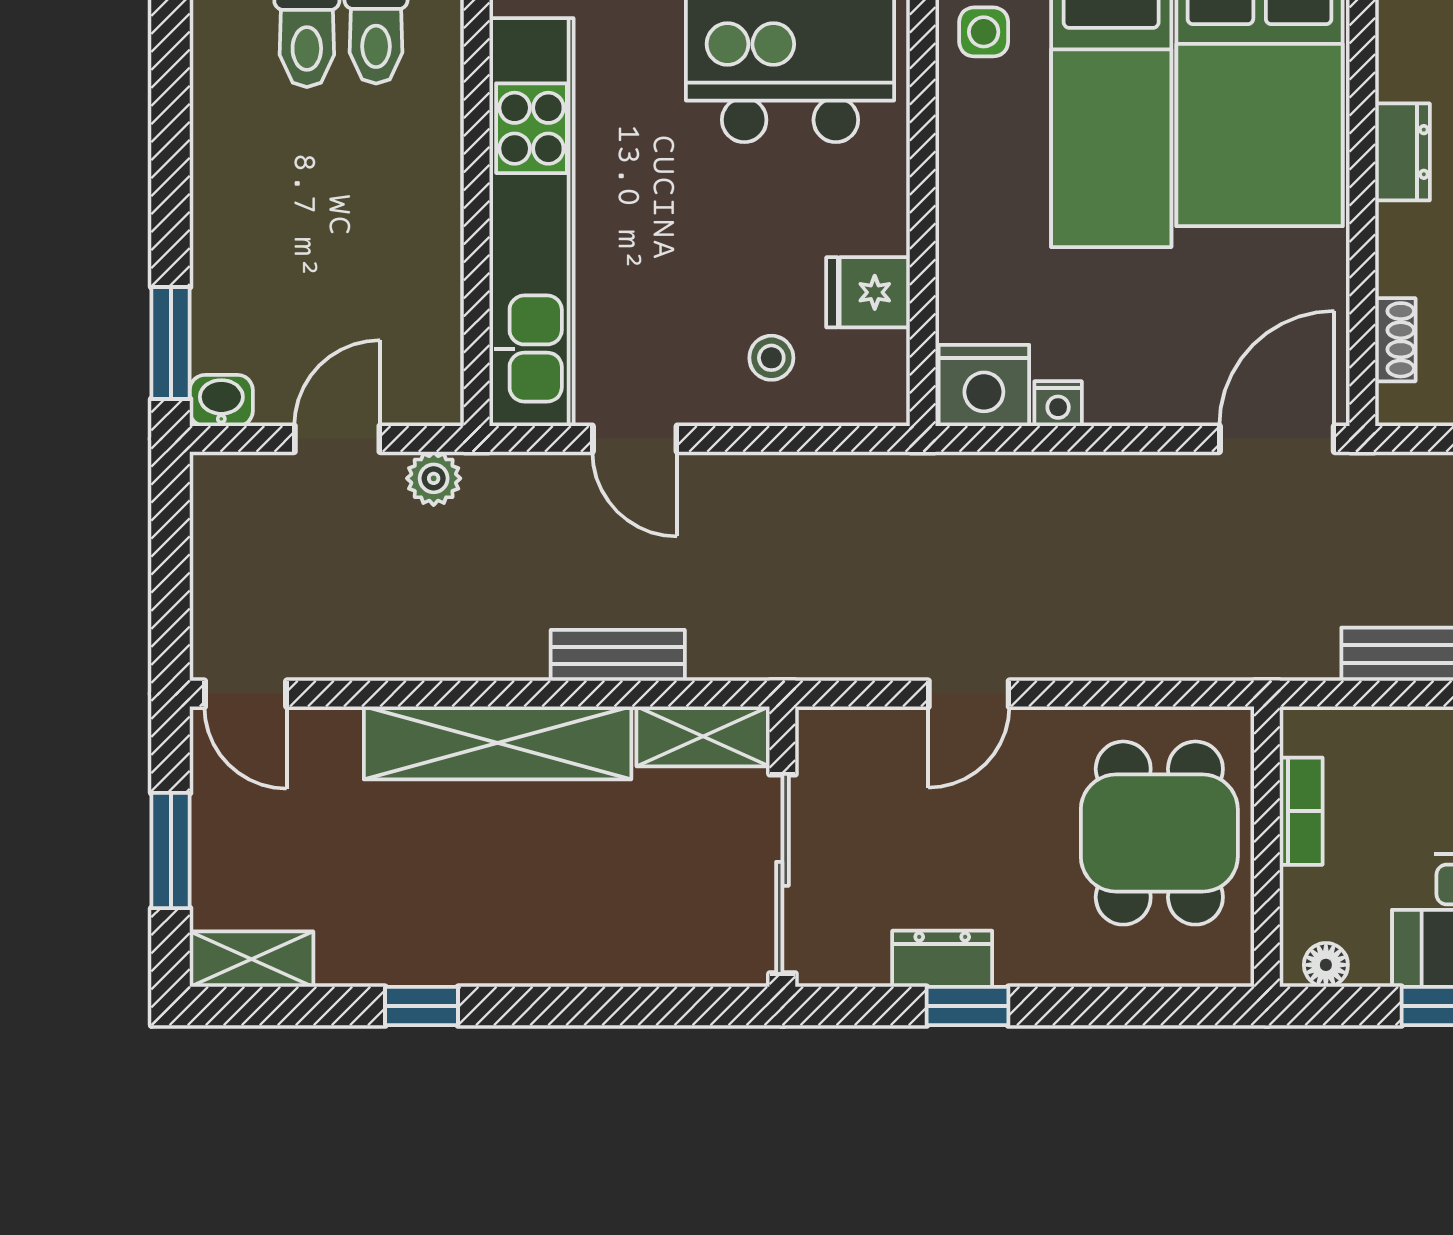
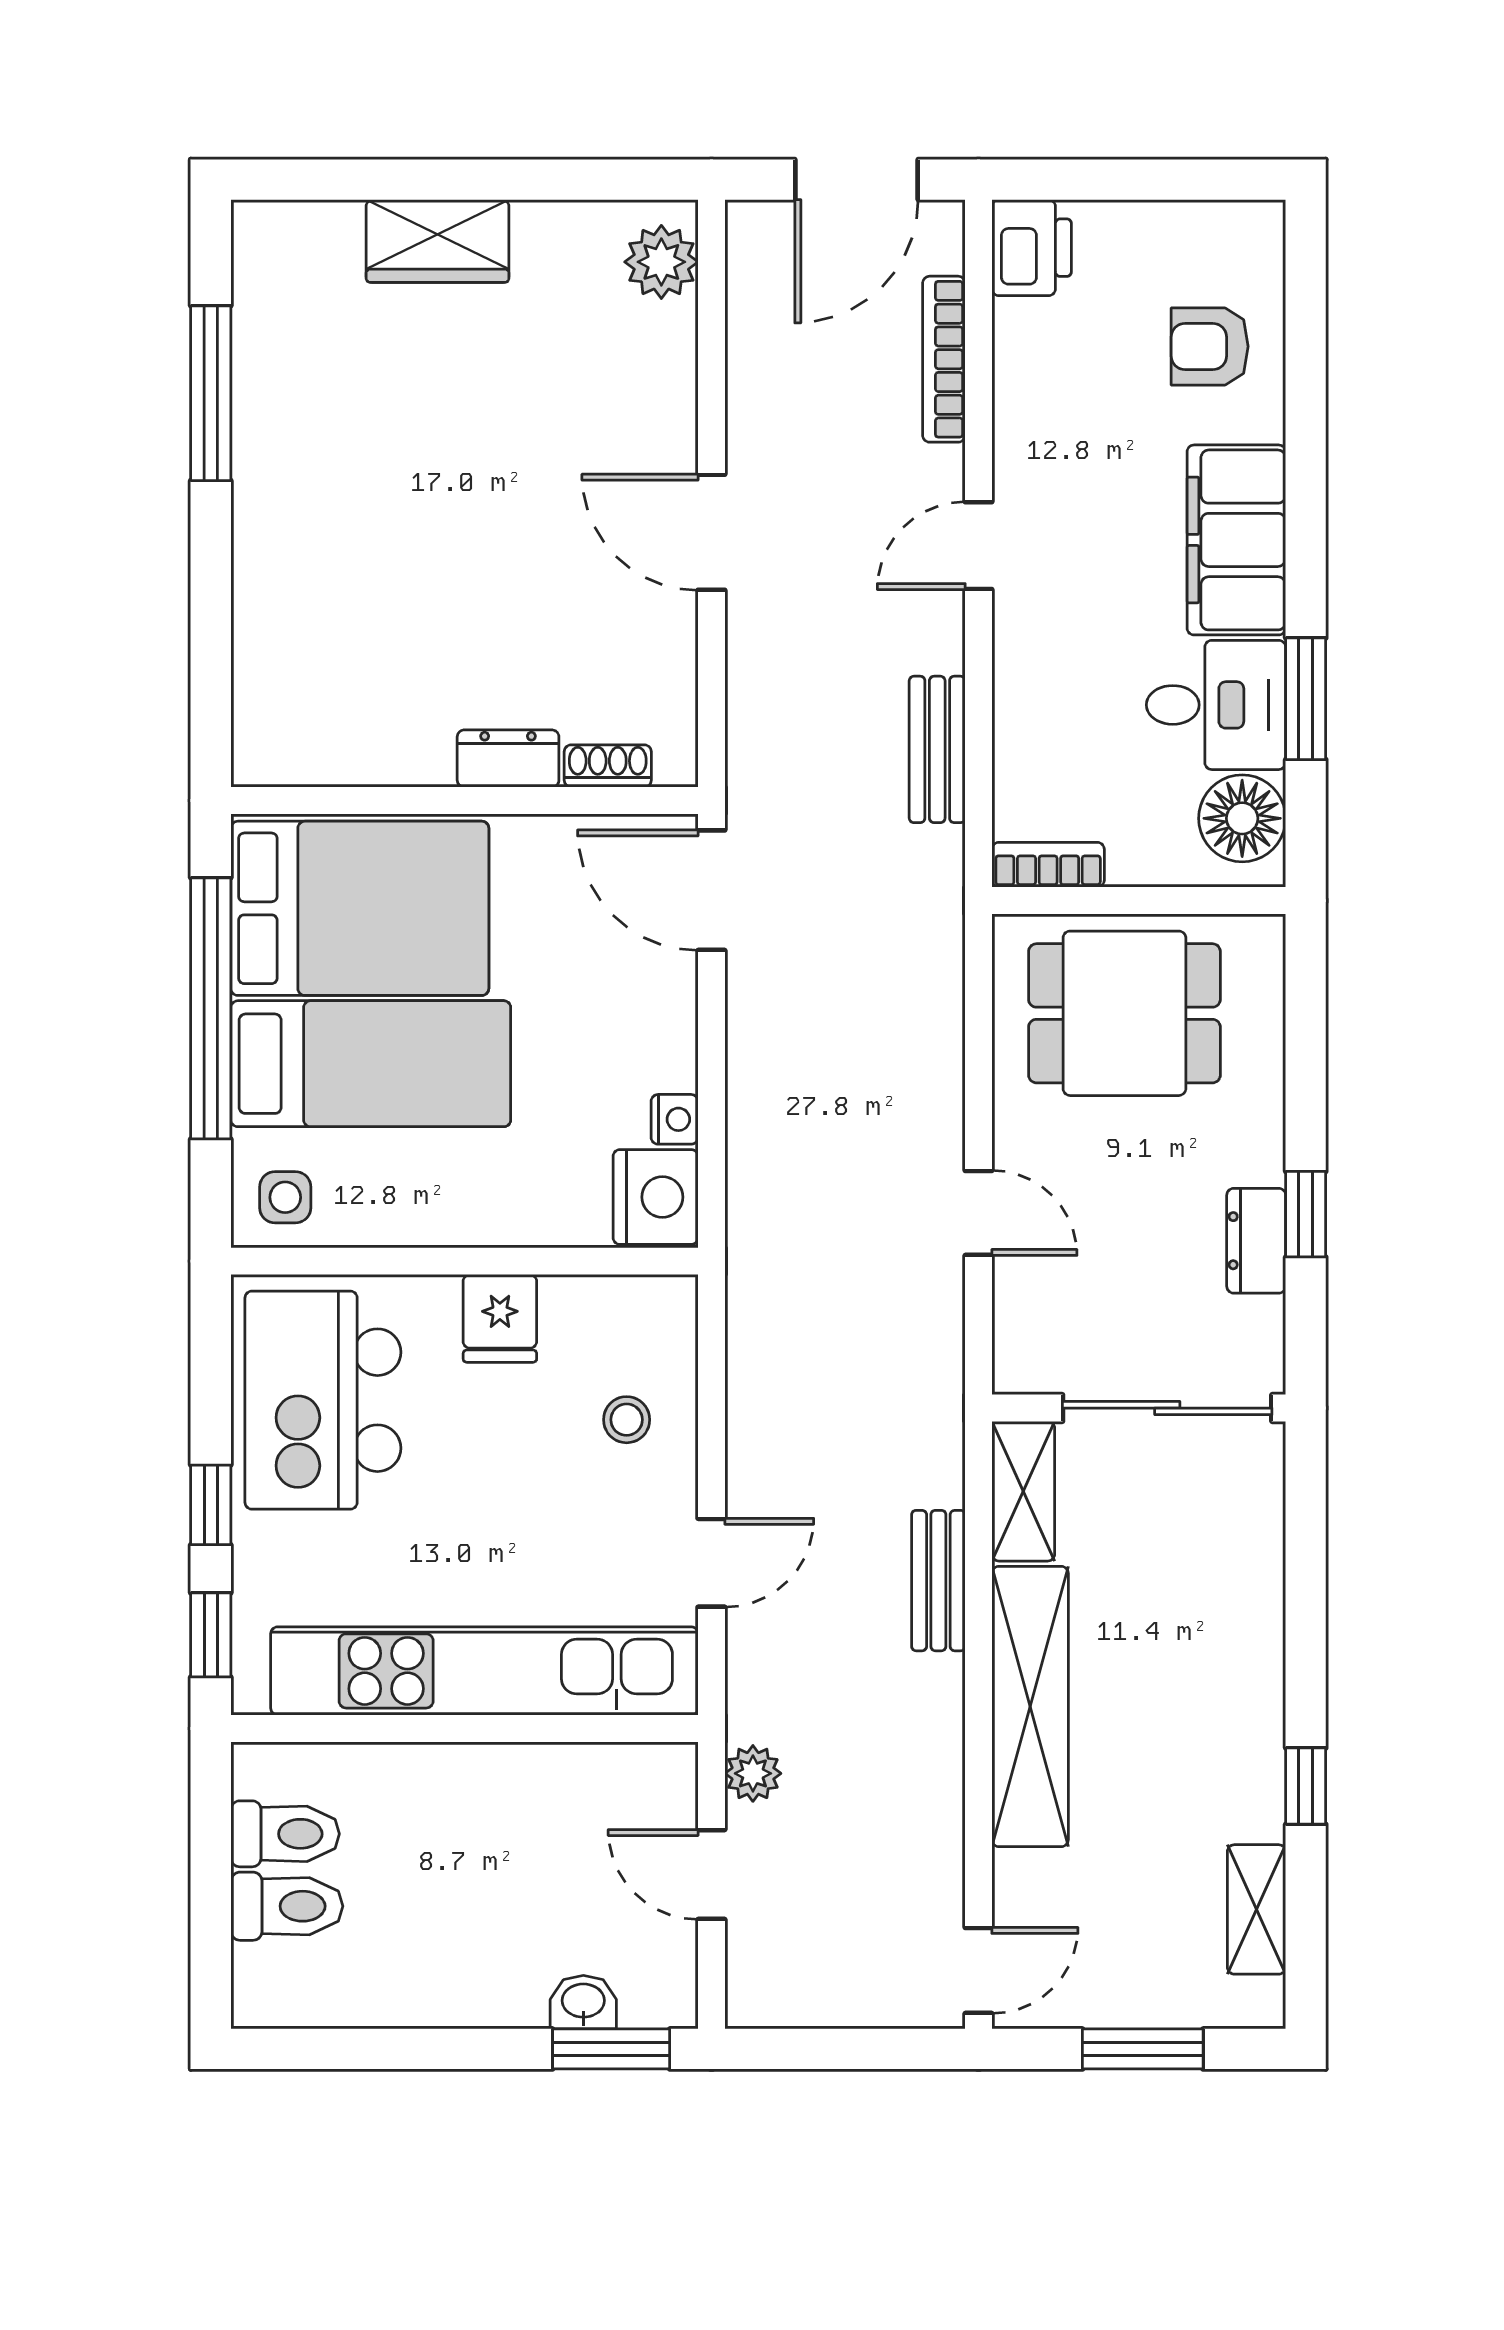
dresser: (1403, 152) -> (508, 759), moved
fridge: (868, 292) -> (500, 1318), moved
washbasin: (221, 400) -> (583, 2002), moved, turned 90
bookcase: (1301, 811) -> (1048, 865), moved
shelving: (252, 959) -> (1257, 1909), moved
floor lamp: (1326, 965) -> (1242, 818), width x1.89, depth x1.89

